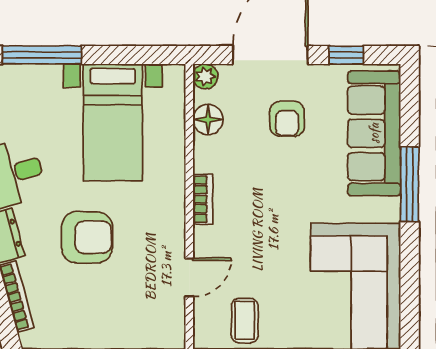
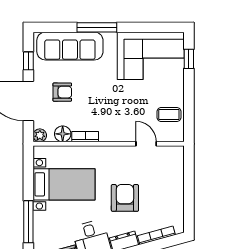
bookcase: (203, 199) -> (85, 137), moved

